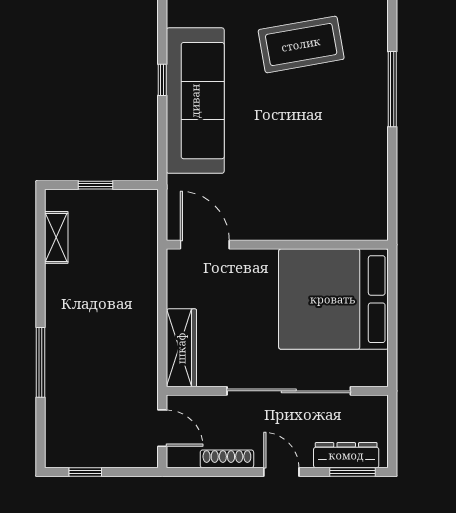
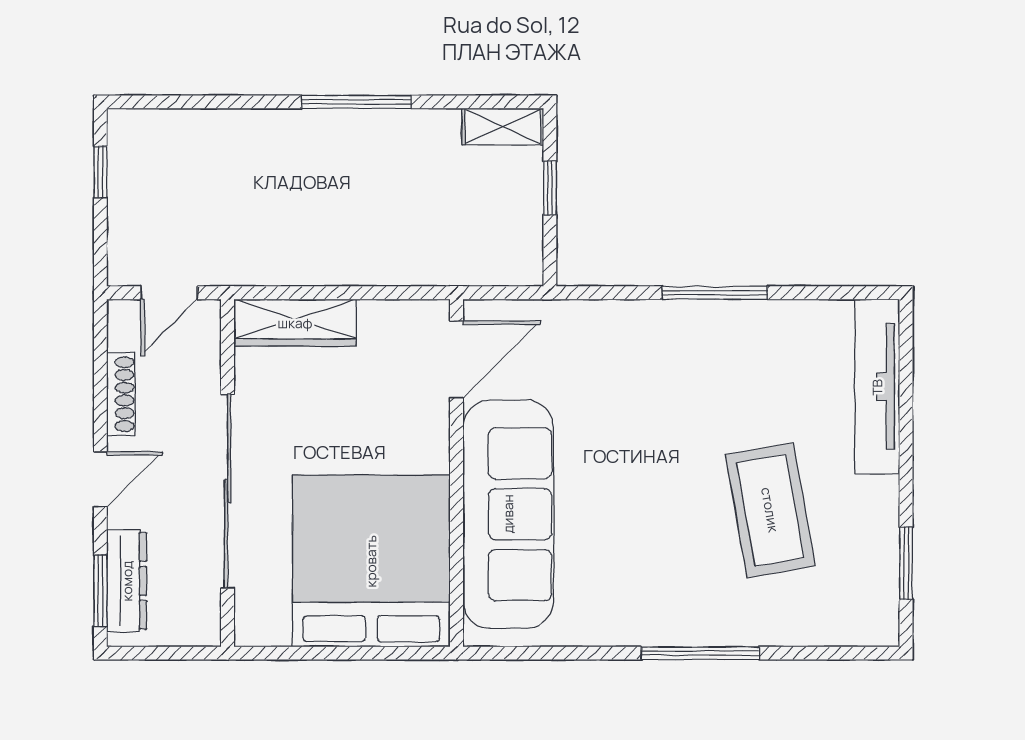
window: (162, 80) -> (715, 293), width x2.17
sofa: (195, 101) -> (508, 514), moved, turned -90
shelving: (56, 237) -> (503, 127), moved
window: (40, 362) -> (356, 102), moved

